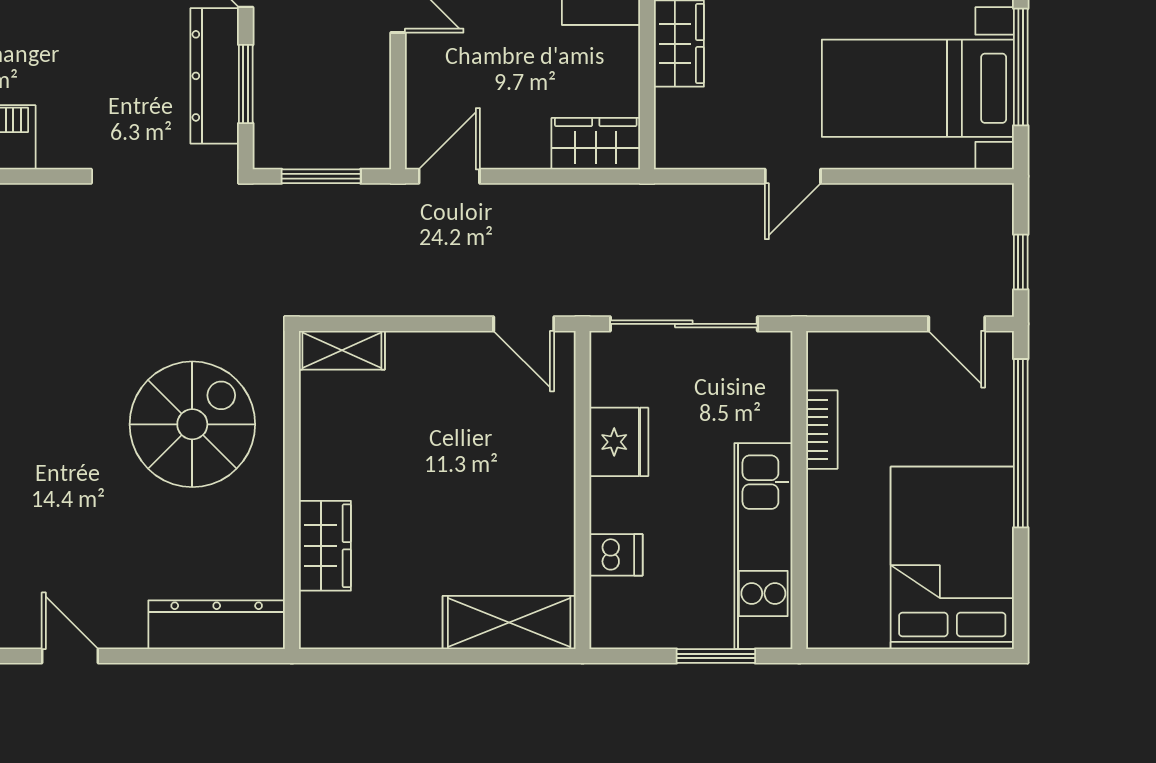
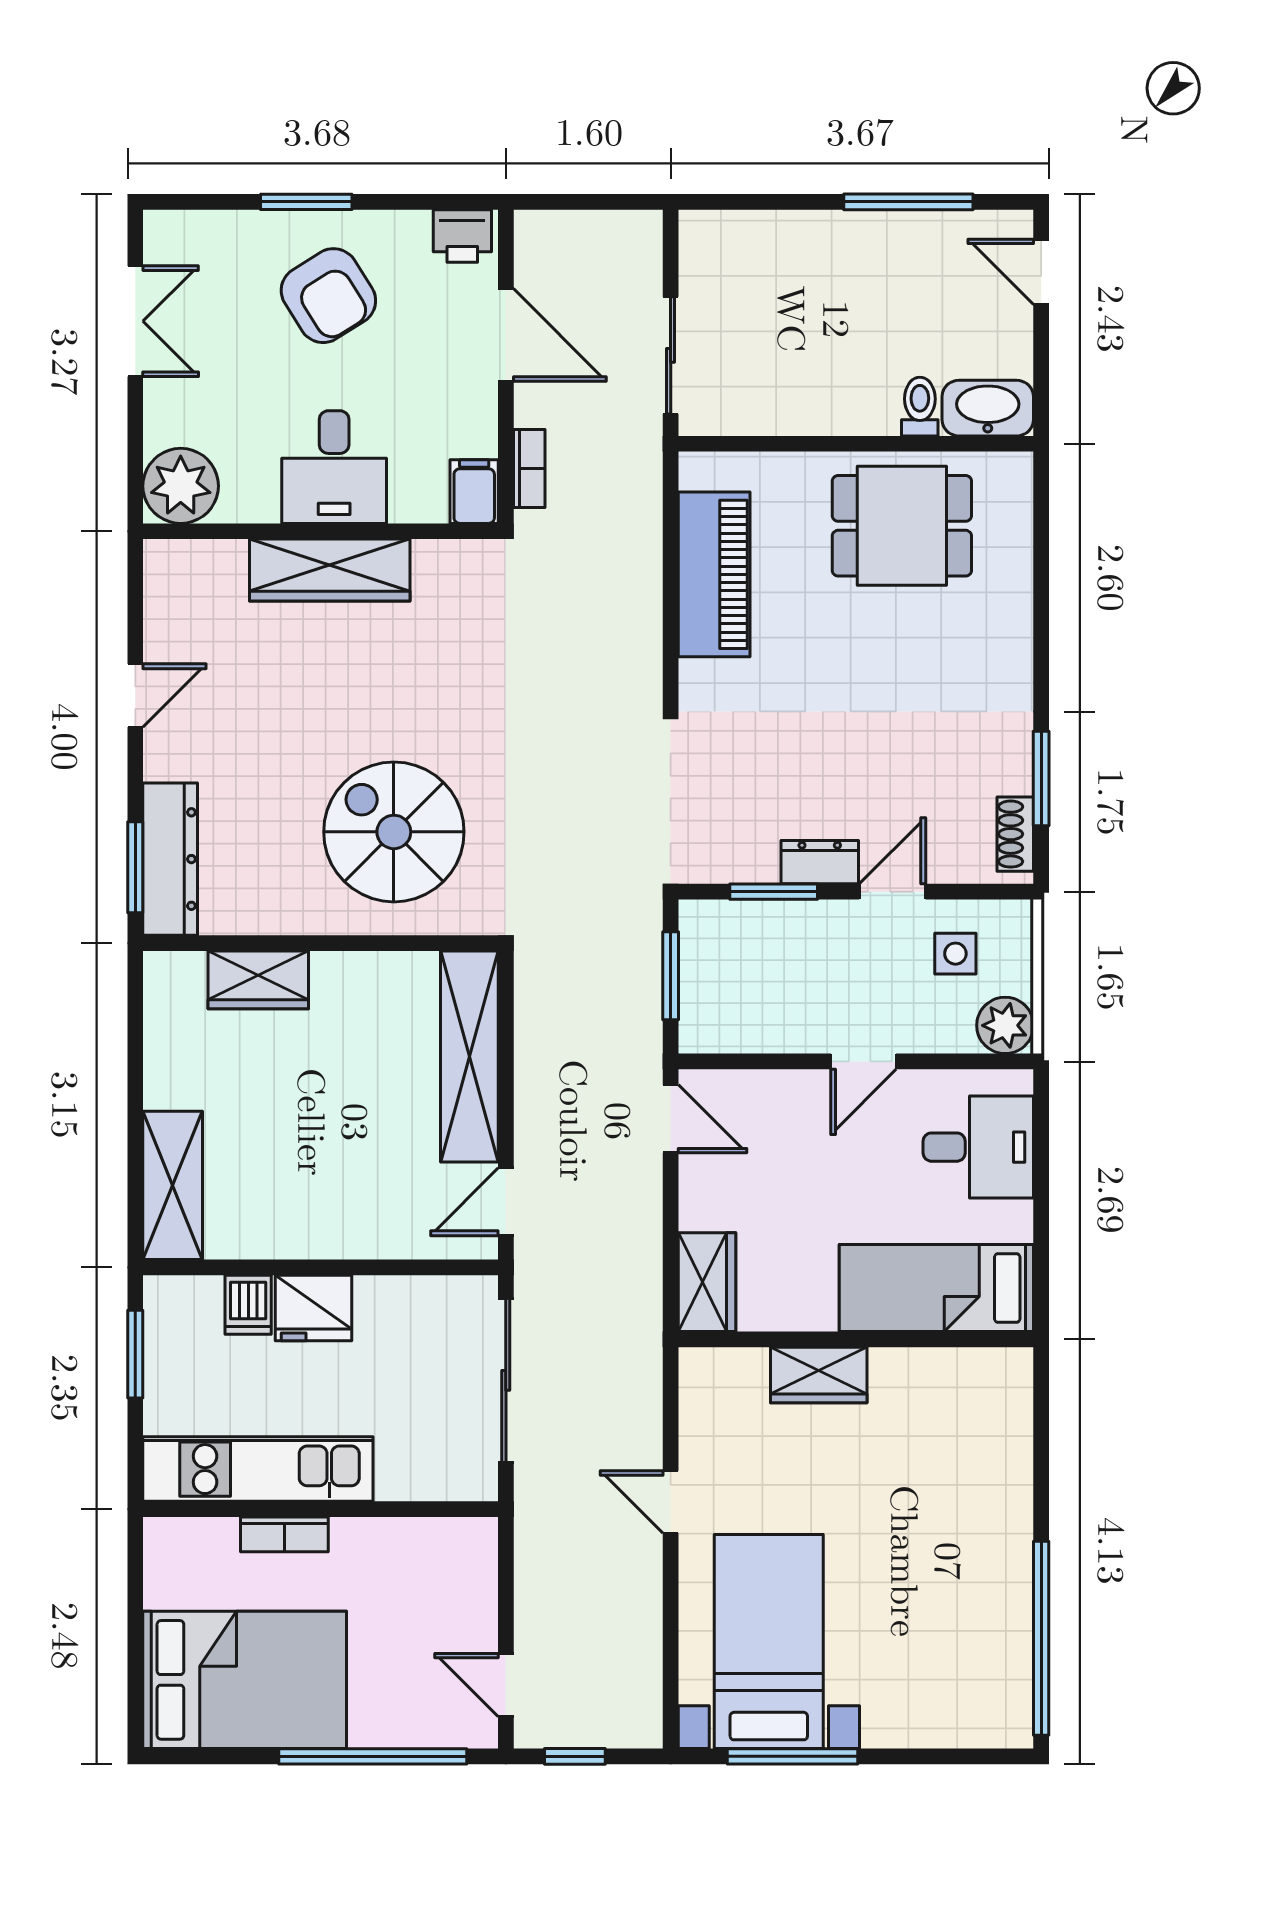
dresser: (215, 76) -> (820, 862), width x0.51, depth x0.80
door: (957, 324) -> (506, 1685), hinge flipped
shelving: (342, 350) -> (469, 1056), width x2.20, depth x1.33
spiral stairs: (192, 424) -> (394, 832), turned 180
bookcase: (822, 430) -> (284, 1534), moved
fridge: (619, 442) -> (313, 1308), moved
window: (224, 656) -> (135, 867), added
window: (716, 656) -> (135, 1354), moved

